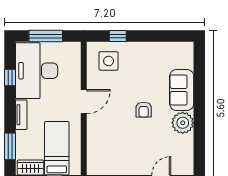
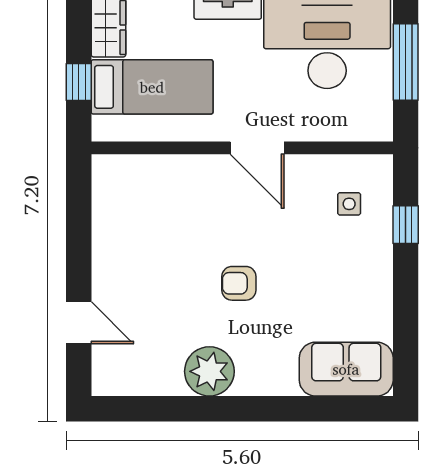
side table: (109, 61) -> (349, 204), width x0.54, depth x0.54
sofa: (182, 90) -> (346, 369), moved

